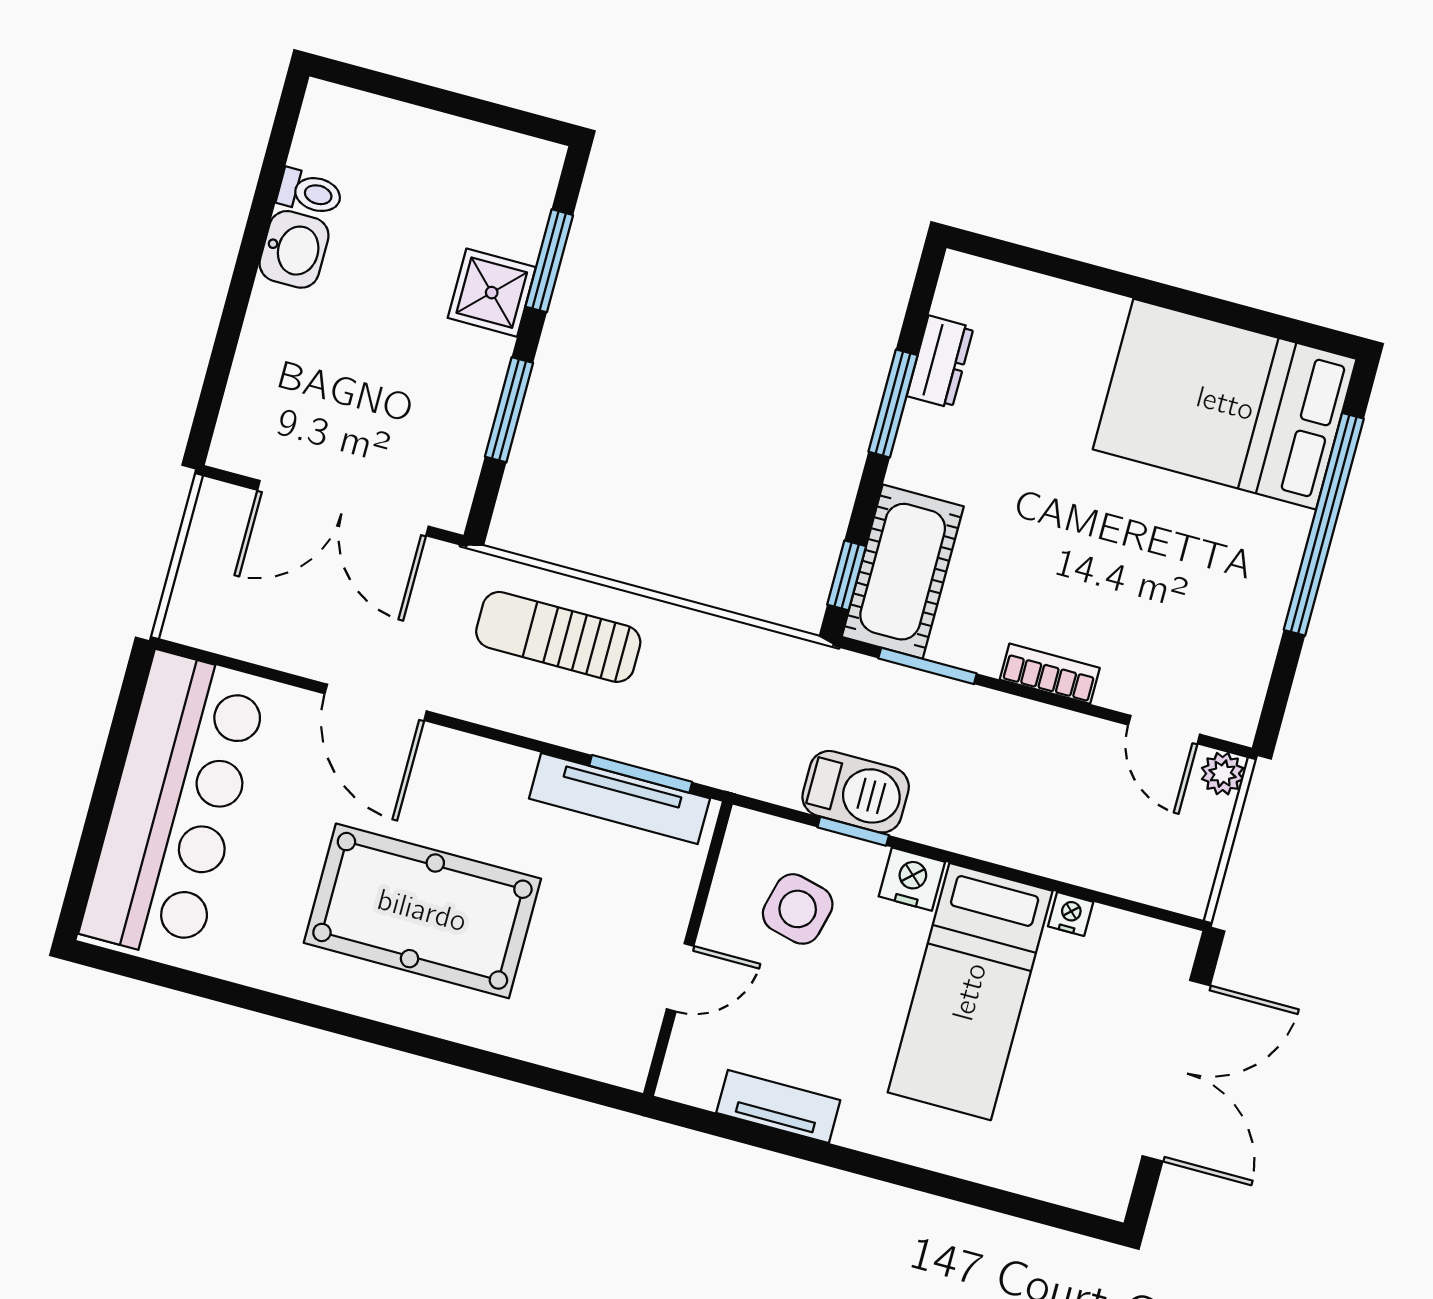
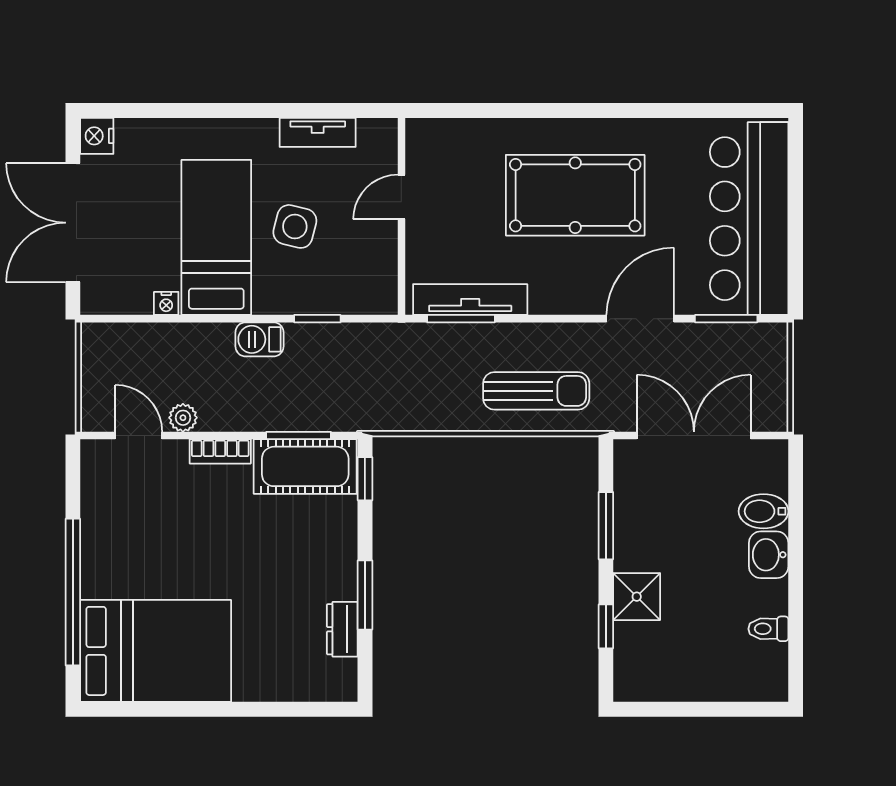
washbasin: (294, 249) -> (769, 555), moved
window: (549, 261) -> (606, 626), width x0.67
bidet: (270, 368) -> (764, 511), added
cot: (903, 572) -> (305, 466), moved, turned 90
window: (248, 668) -> (726, 319), added
door: (376, 702) -> (640, 319), hinge flipped
plant: (1223, 774) -> (183, 418), moved
barbecue: (856, 792) -> (260, 339), moved, width x0.73, depth x0.79
nightstand: (912, 879) -> (97, 136), moved, turned 90
side table: (798, 909) -> (295, 226), moved

